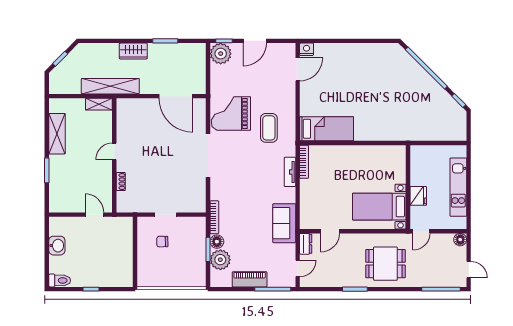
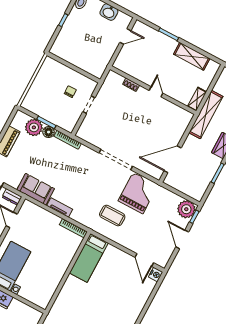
tv unit: (290, 172) -> (60, 207), moved
door: (94, 215) -> (125, 36), moved

